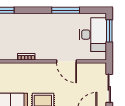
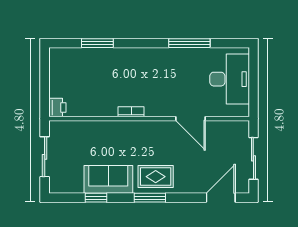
window: (109, 31) -> (253, 74), removed

